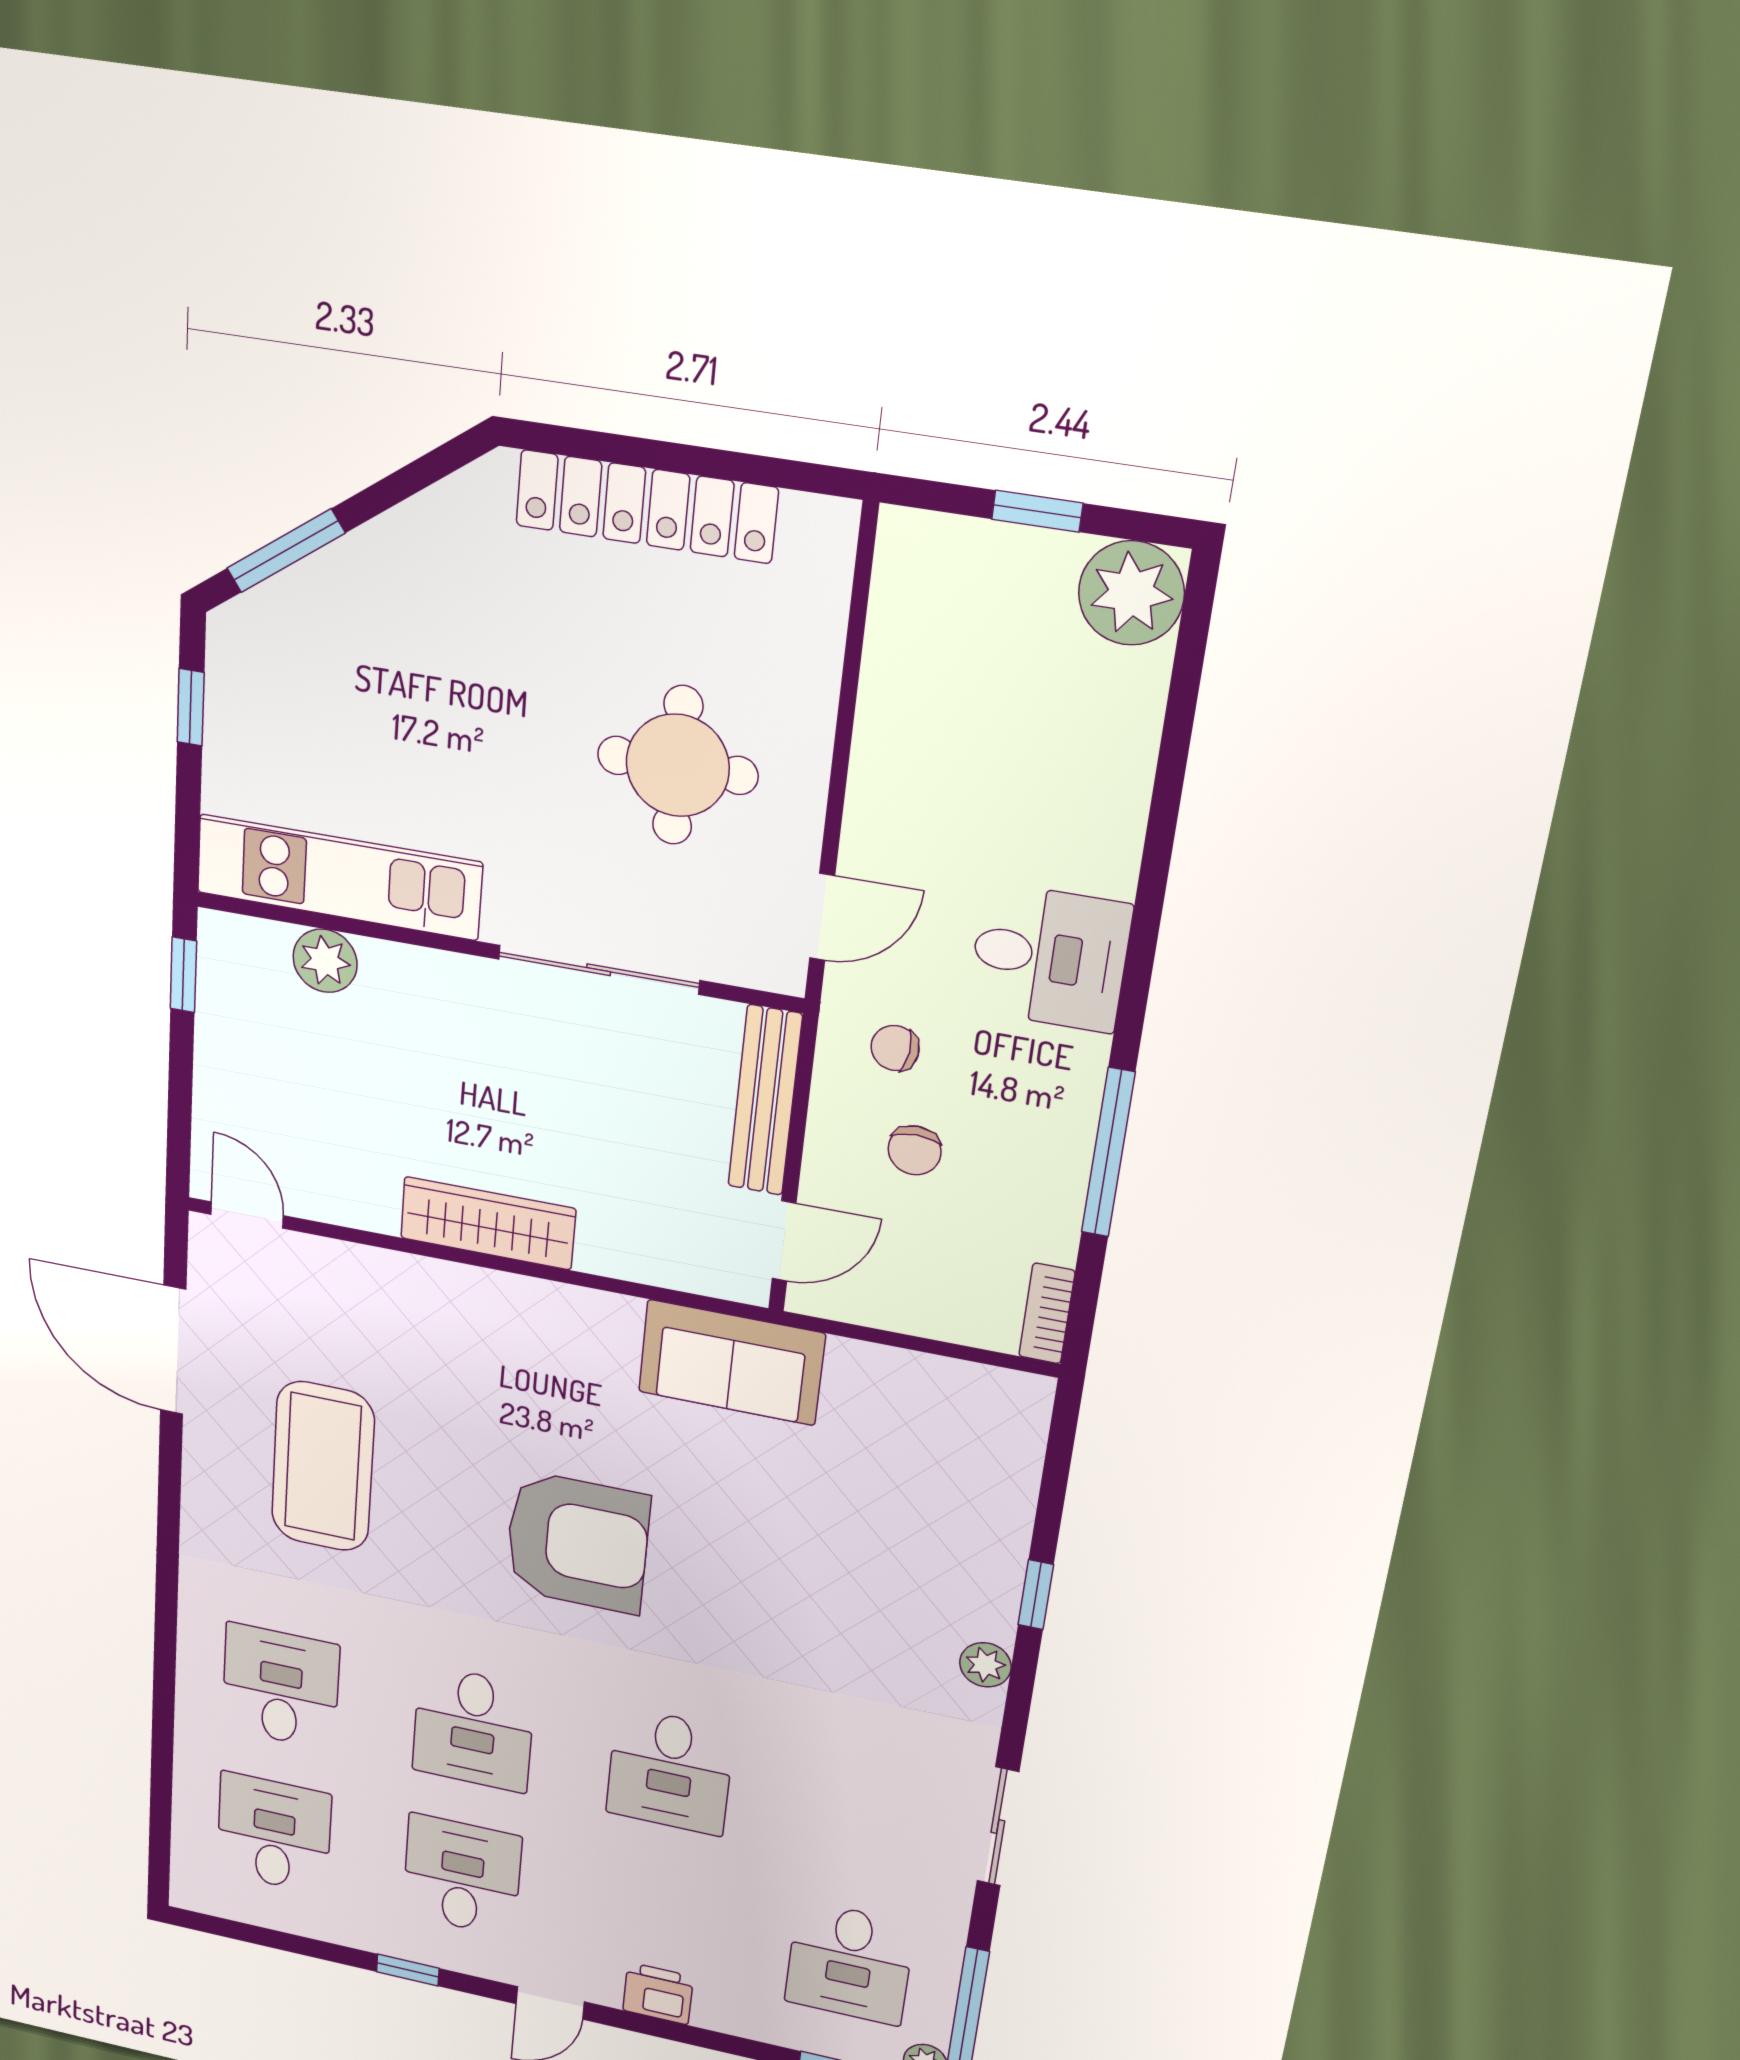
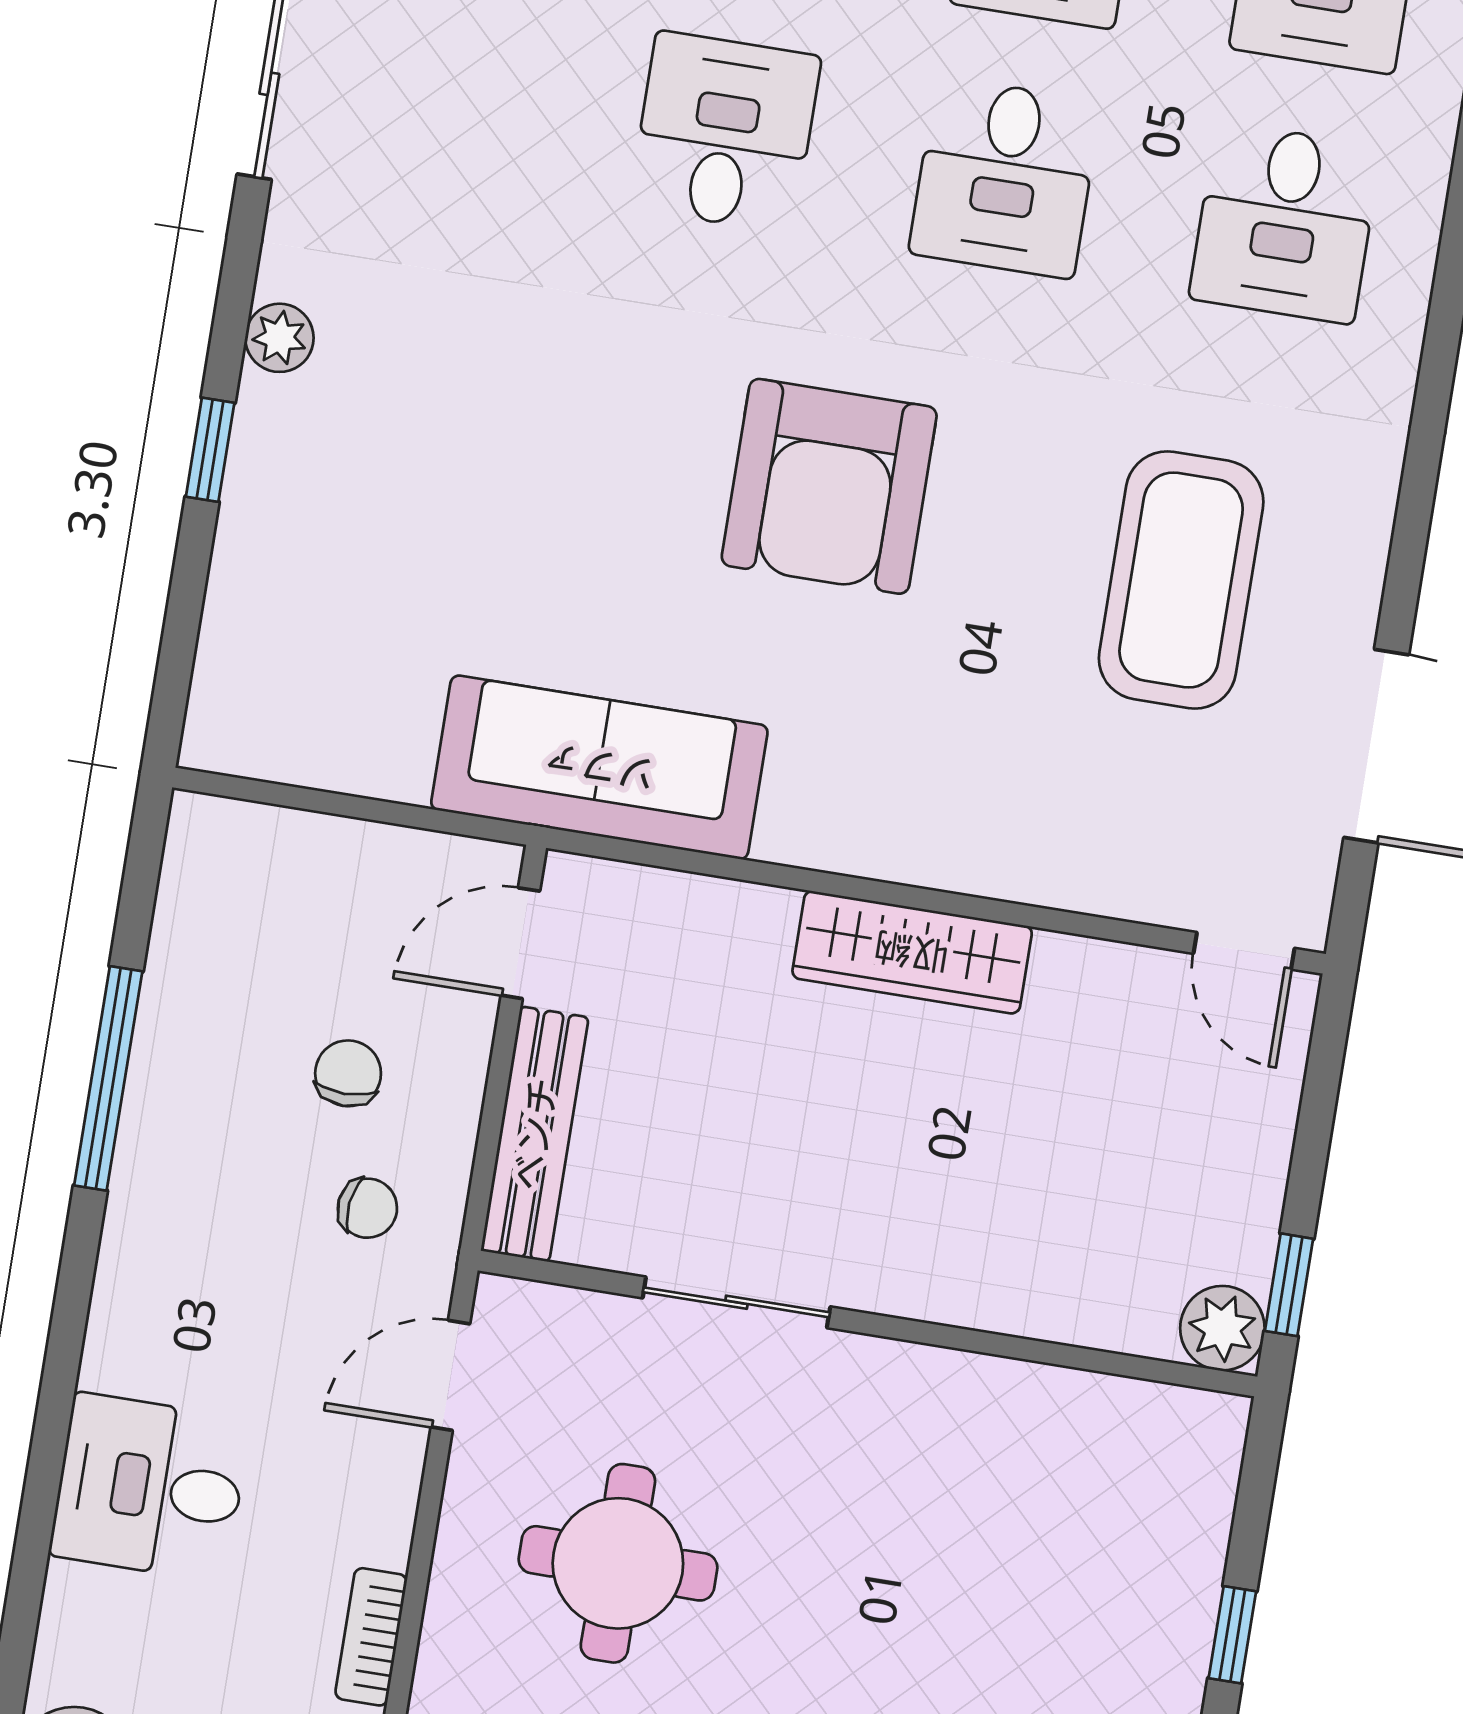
kitchen unit: (339, 877) -> (1064, 1418), removed
desk: (1049, 957) -> (150, 1487), moved
plant: (325, 961) -> (1222, 1328), moved
sliding door: (599, 970) -> (736, 1302), width x0.73
bookcase: (1047, 1314) -> (371, 1637), moved, turned 180
sofa: (731, 1363) -> (599, 767), width x1.36
armchair: (577, 1542) -> (829, 486), turned -90
desk: (473, 1728) -> (1005, 177), turned 180

